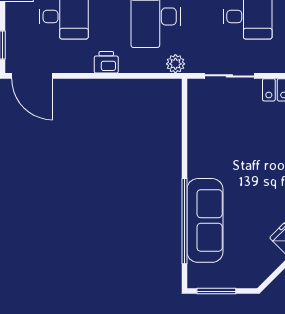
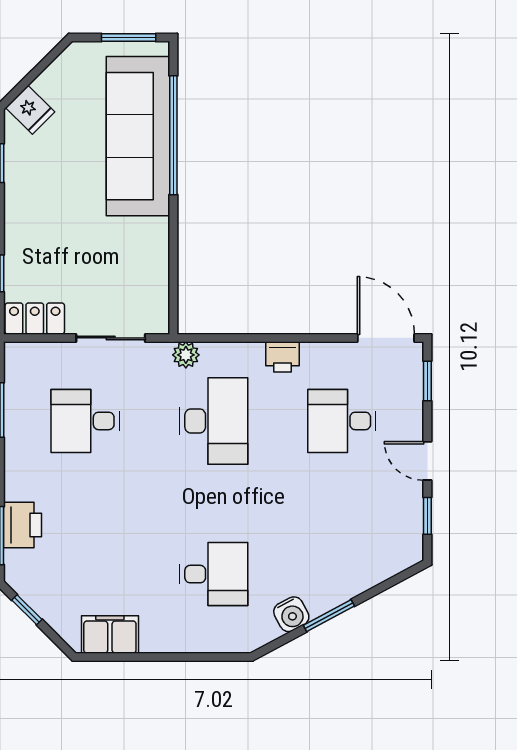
sofa: (205, 220) -> (138, 136), width x1.36, depth x1.27

